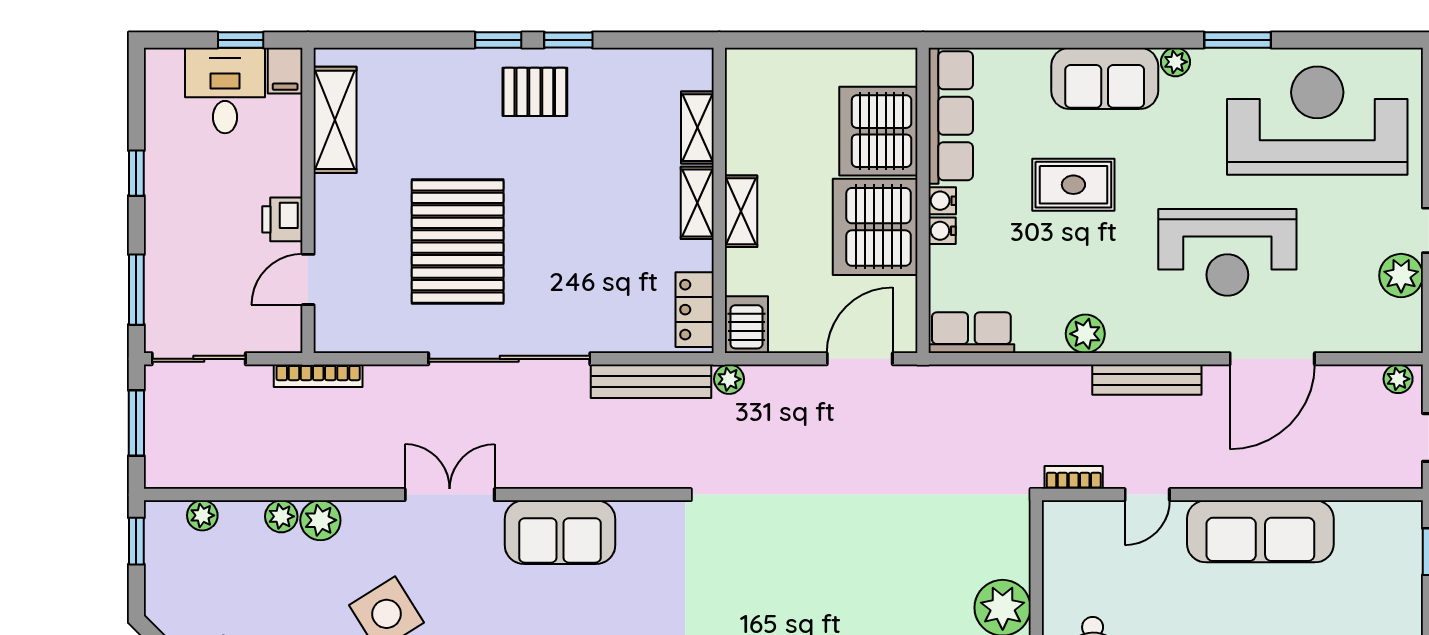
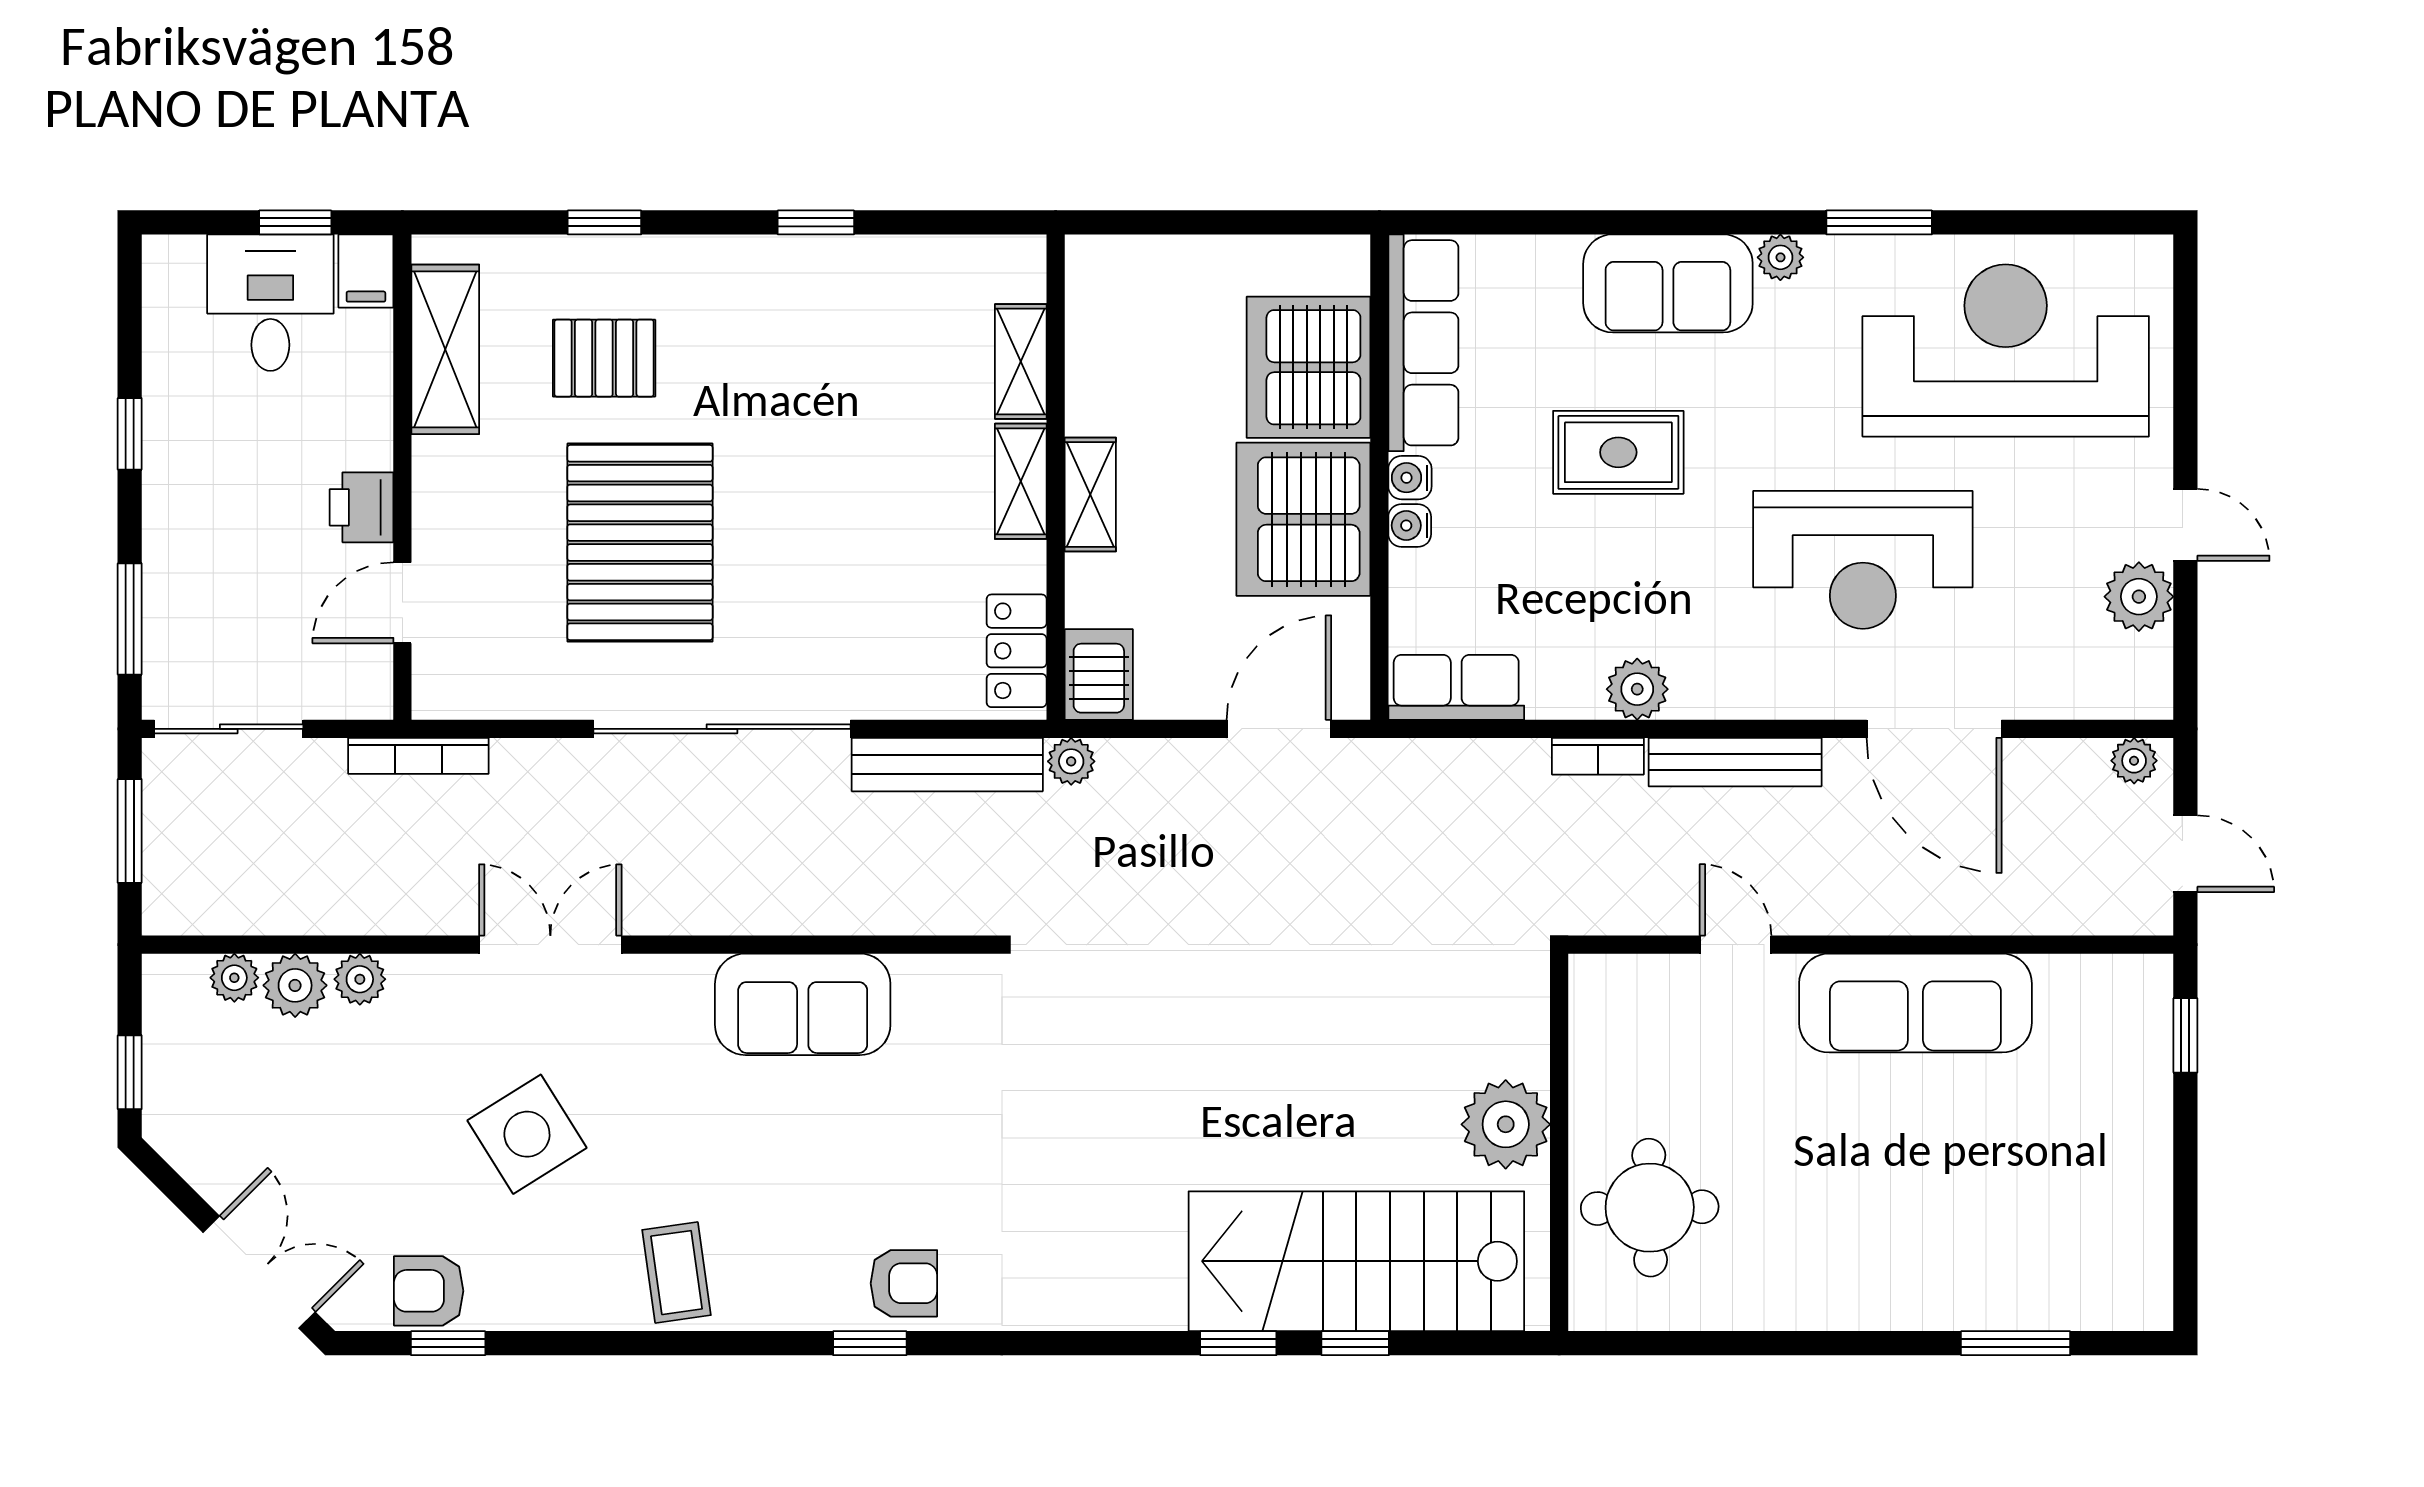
window: (498, 40) -> (604, 222), moved
pallet: (535, 92) -> (604, 358), moved
door: (1272, 359) -> (1934, 729), hinge flipped
bookcase: (1074, 477) -> (1598, 756), moved, turned 180
double door: (450, 495) -> (550, 945), moved
door: (1147, 495) -> (1736, 945), swing flipped
plant: (320, 520) -> (295, 985), moved
window: (136, 541) -> (130, 1072), moved

